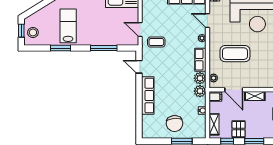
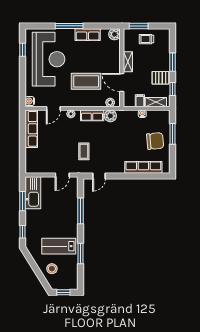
stool: (33, 32) -> (52, 269), moved
coffee table: (156, 42) -> (84, 151), moved
coffee table: (235, 54) -> (86, 81), turned 90
door: (234, 90) -> (122, 82), swing flipped
plant: (200, 91) -> (123, 116), removed
row of seats: (148, 95) -> (143, 167), moved
filing cabinet: (215, 97) -> (140, 101), moved

